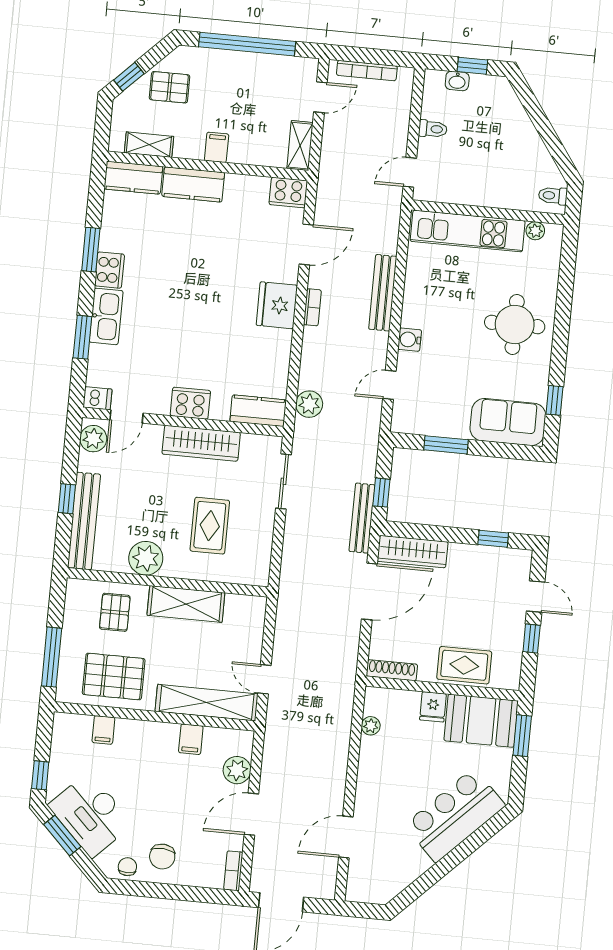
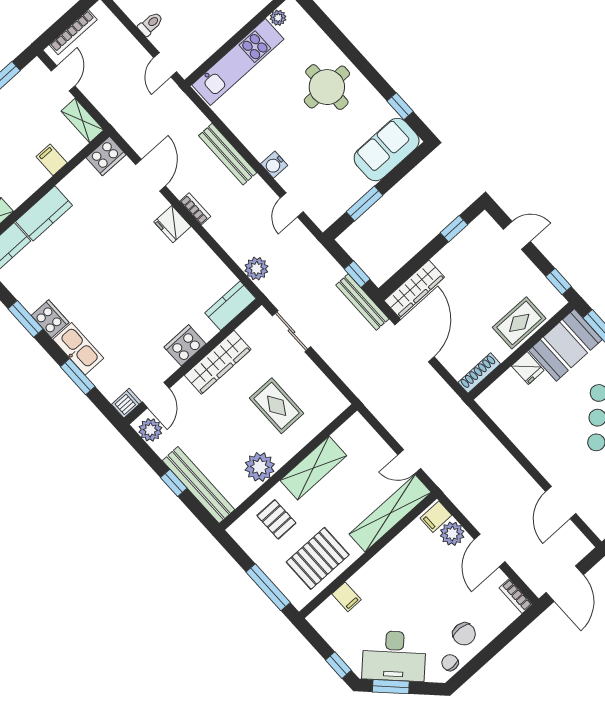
filing cabinet: (217, 147) -> (52, 160), moved
fridge: (277, 305) -> (172, 224), width x0.73, depth x0.75
window: (532, 639) -> (559, 282), moved
plant: (371, 726) -> (503, 420), removed
filing cabinet: (191, 739) -> (436, 517), moved, turned 90

